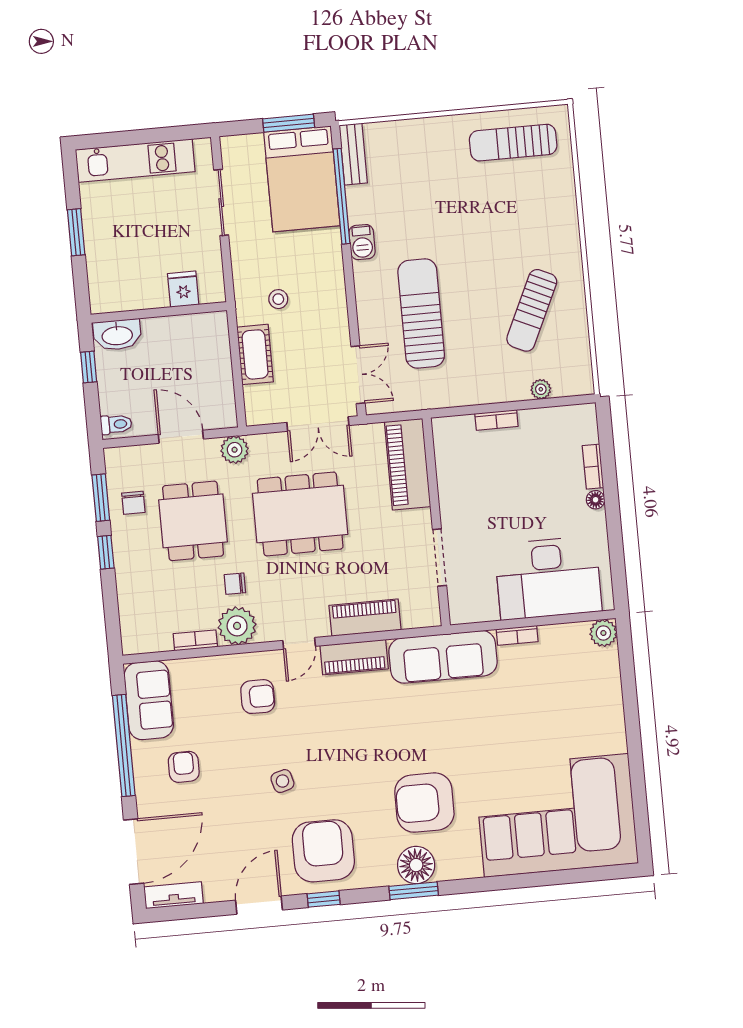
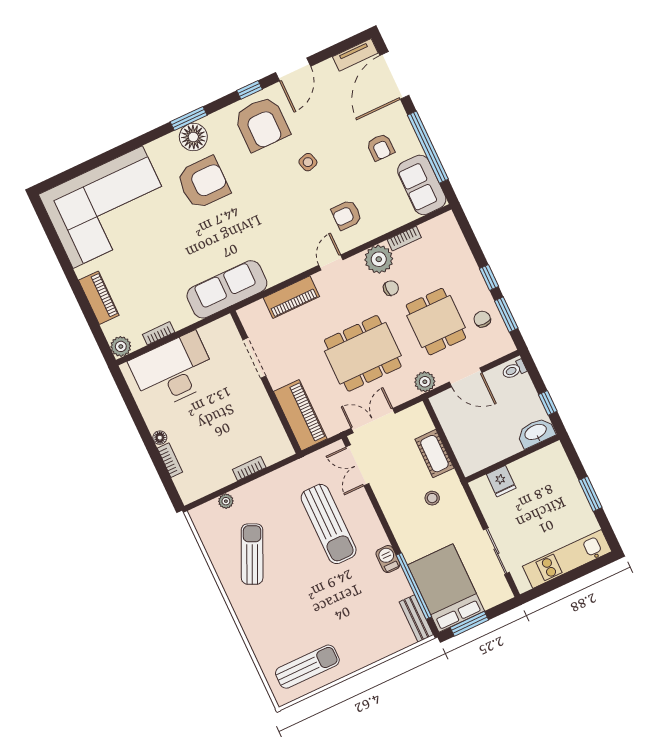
bookcase: (517, 635) -> (159, 333), moved
piano: (354, 657) -> (99, 298), moved, turned 90

